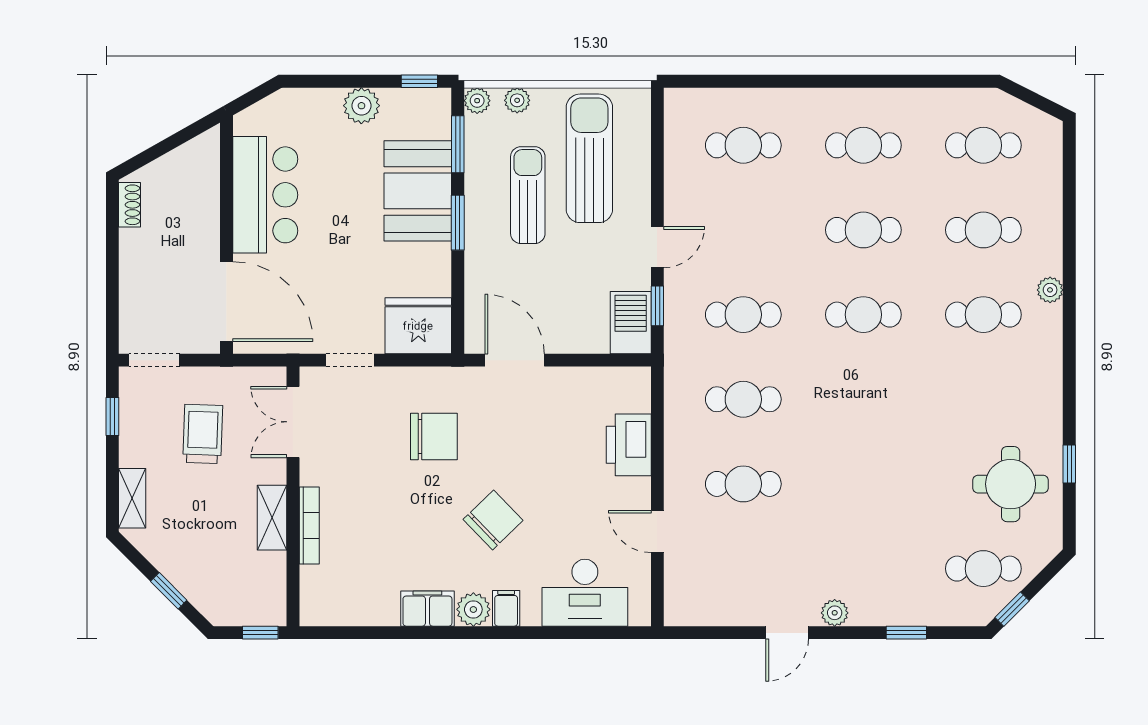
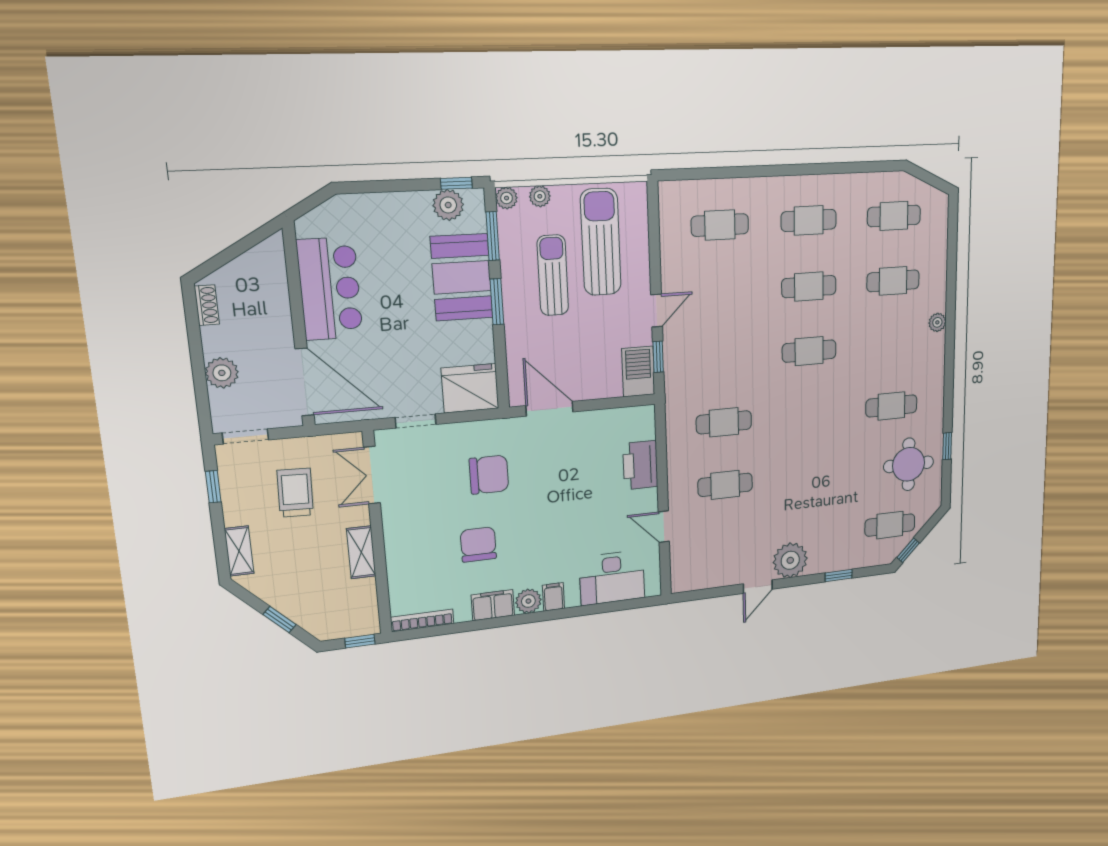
plant: (361, 106) -> (448, 205), moved
plant: (137, 283) -> (222, 373), added
cafe table: (743, 315) -> (723, 358), removed
cafe table: (983, 315) -> (891, 406), moved
chair: (493, 520) -> (478, 544), moved, turned -46
bookcase: (309, 526) -> (422, 620), moved, turned -90
plant: (835, 613) -> (790, 560), width x1.88, depth x1.88

